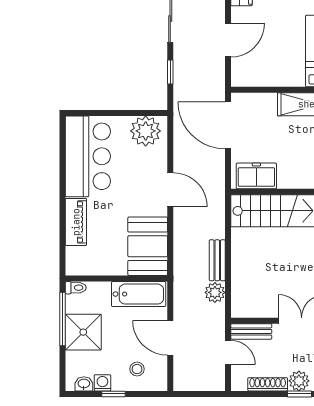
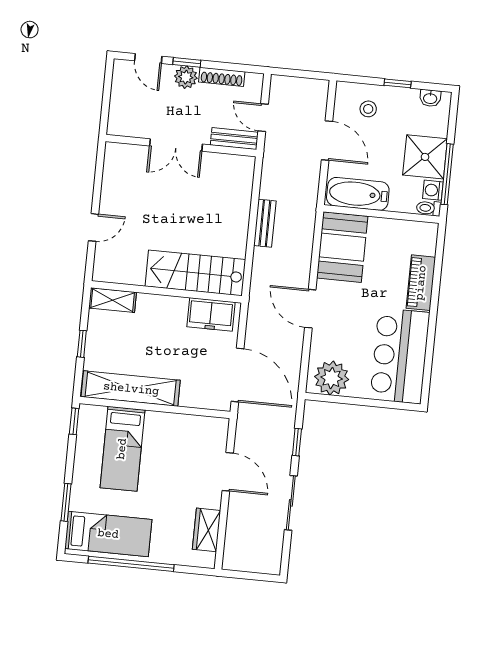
door: (228, 40) -> (228, 472), swing flipped
plant: (215, 292) -> (271, 187), removed
washing machine: (102, 383) -> (433, 190), moved, turned 90

